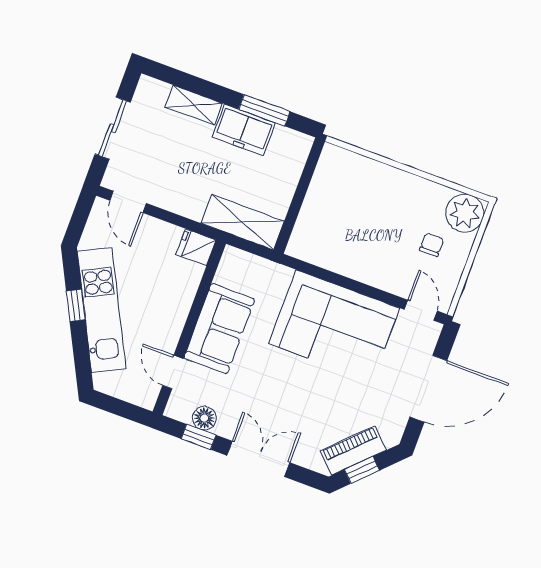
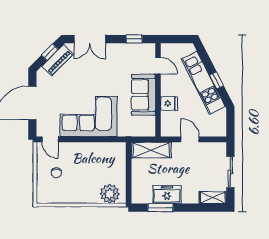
shelving: (194, 105) -> (213, 198), moved
door: (128, 202) -> (190, 139), moved
plant: (465, 213) -> (110, 194), moved
fridge: (196, 247) -> (169, 103), moved
floor lamp: (204, 418) -> (135, 49), removed
double door: (258, 459) -> (90, 39), moved

